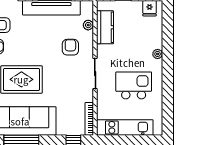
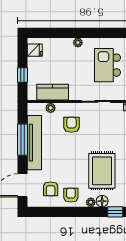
armchair: (70, 47) -> (71, 125), turned 90

